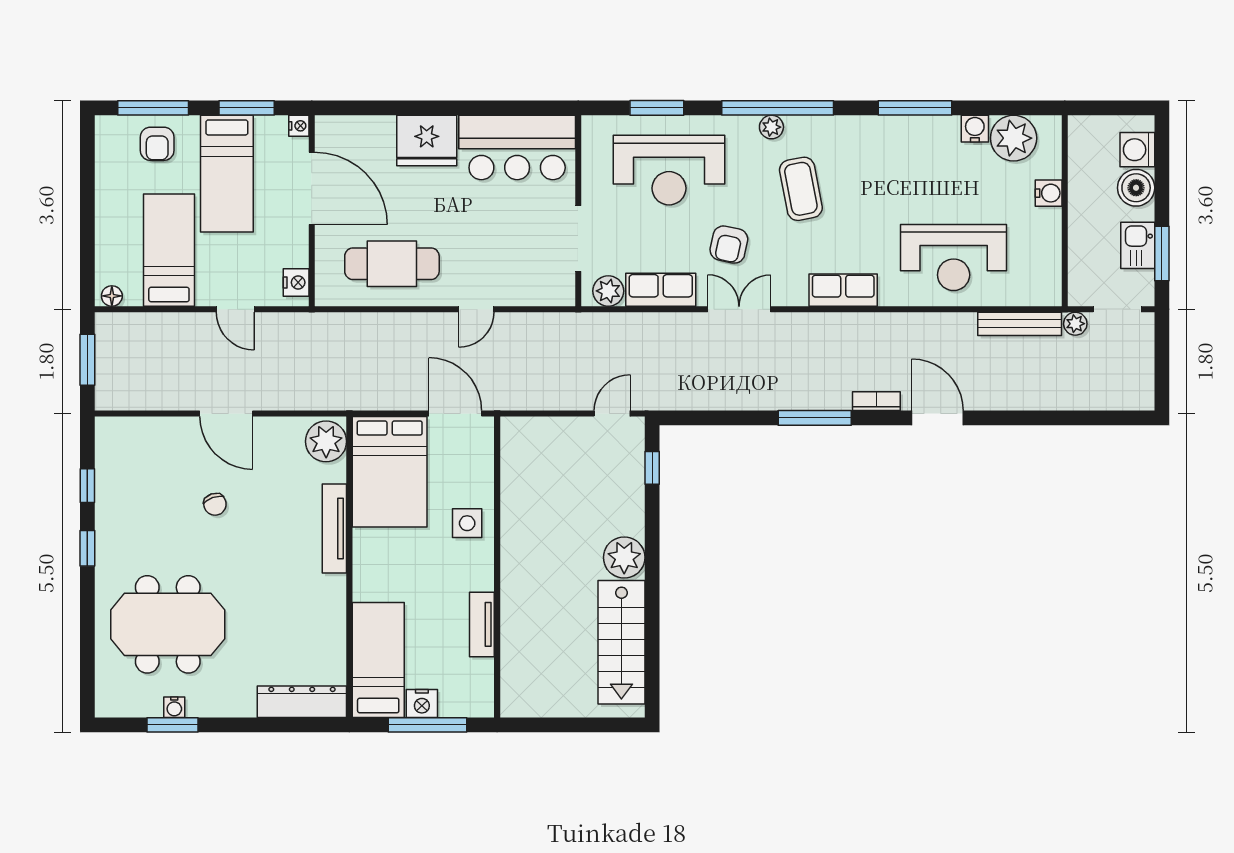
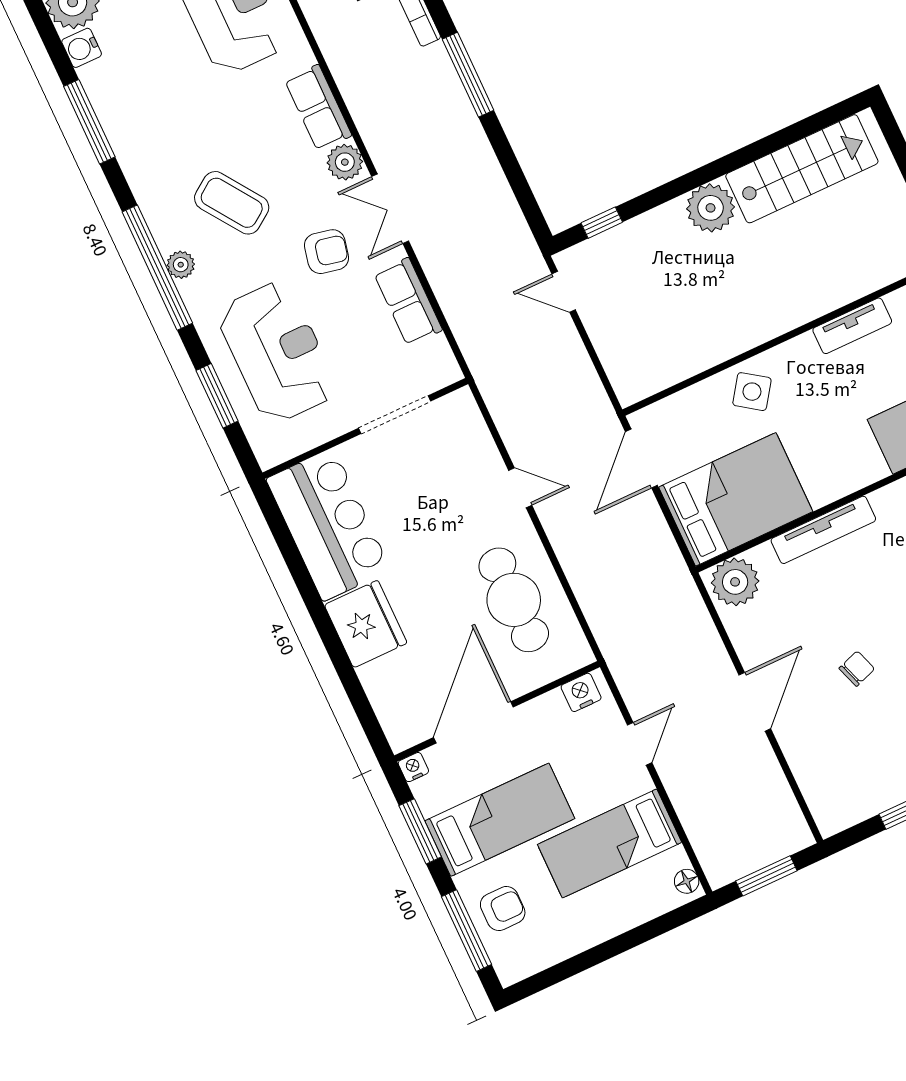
coffee table: (801, 189) -> (232, 203), turned 66
plant: (608, 291) -> (345, 162), moved
side table: (467, 523) -> (752, 392), turned 35

